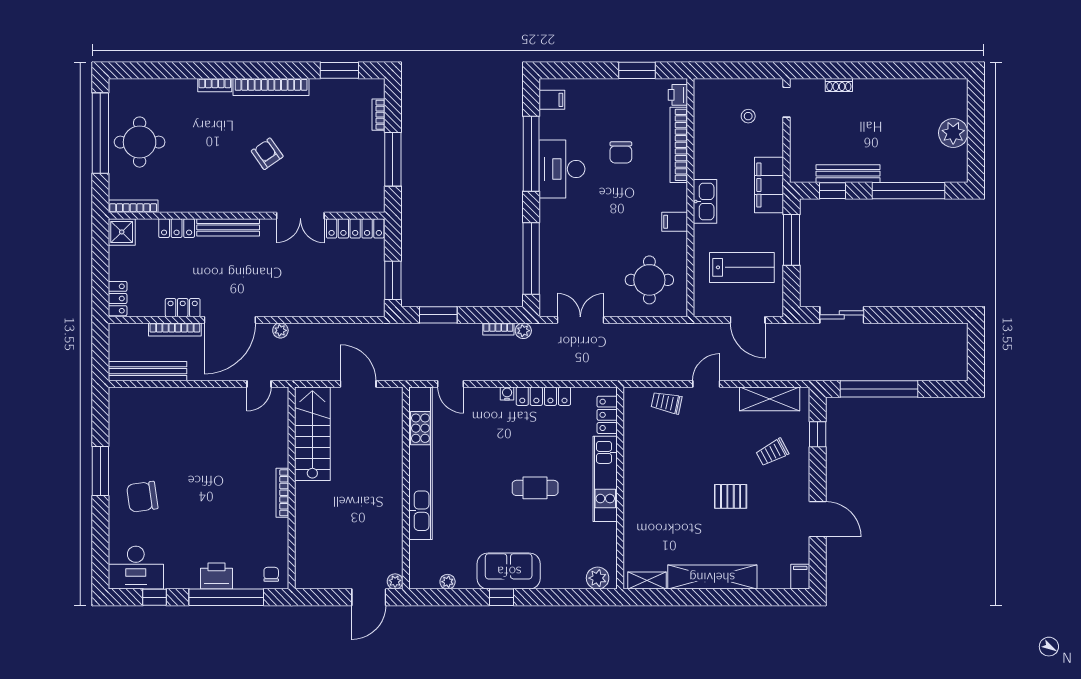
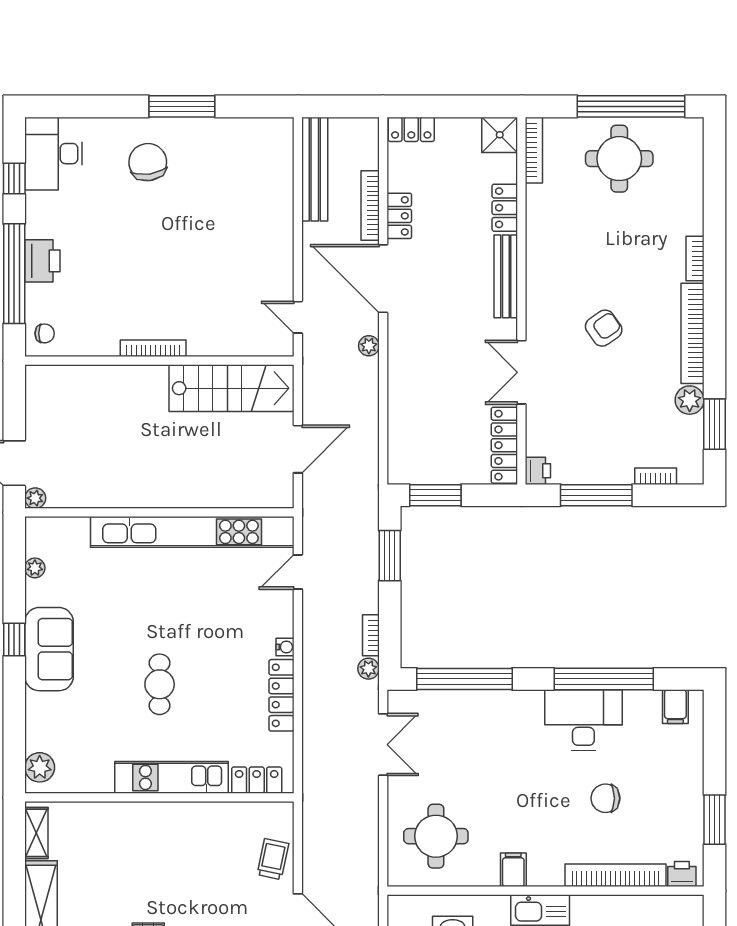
plant: (321, 89) -> (690, 400), added
printer: (375, 203) -> (538, 471), added

